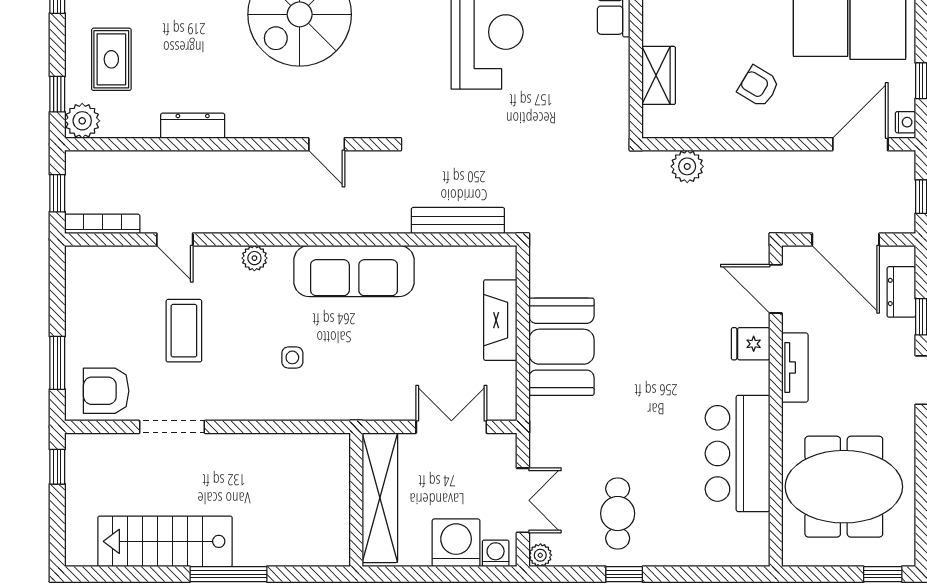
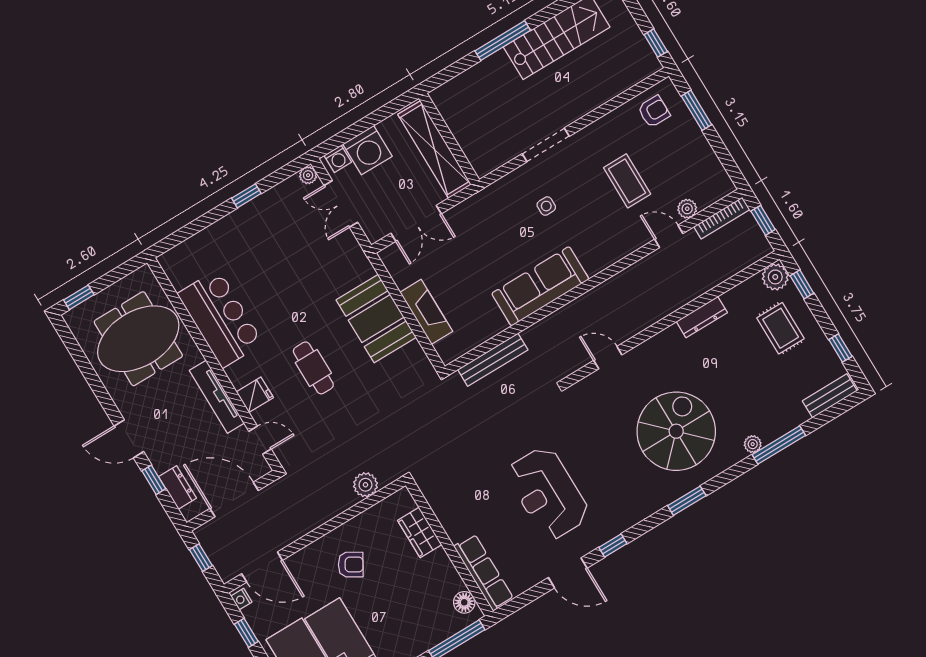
door: (860, 144) -> (262, 567), hinge flipped
plant: (254, 258) -> (687, 209), moved
door: (776, 289) -> (260, 440), width x0.73
tv unit: (795, 368) -> (217, 397), width x1.41
armchair: (106, 391) -> (654, 111), width x0.72, depth x0.72
doorway: (172, 427) -> (546, 145), moved
cafe table: (618, 514) -> (313, 368), moved

